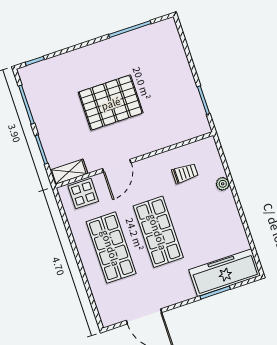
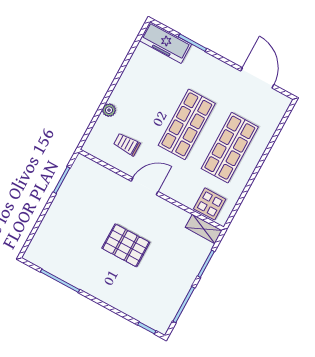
pallet: (111, 103) -> (126, 245), width x0.73, depth x0.71
door: (117, 166) -> (145, 186), moved
freezer: (225, 273) -> (165, 42), width x0.73, depth x0.79

